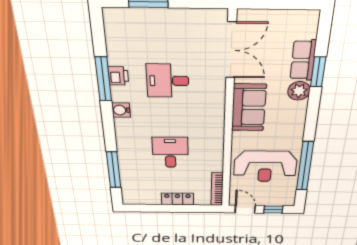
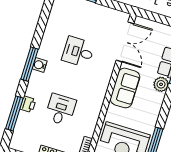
printer: (118, 76) -> (28, 104), moved
window: (103, 79) -> (30, 64), moved

